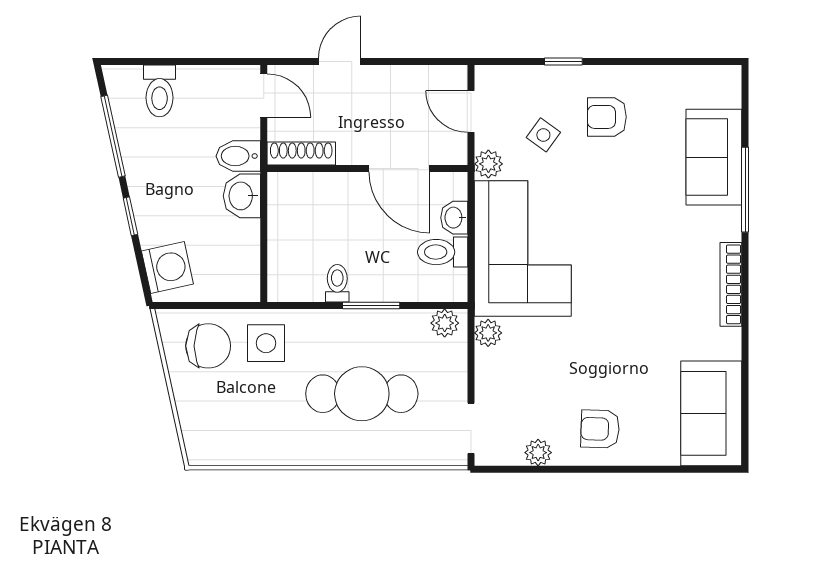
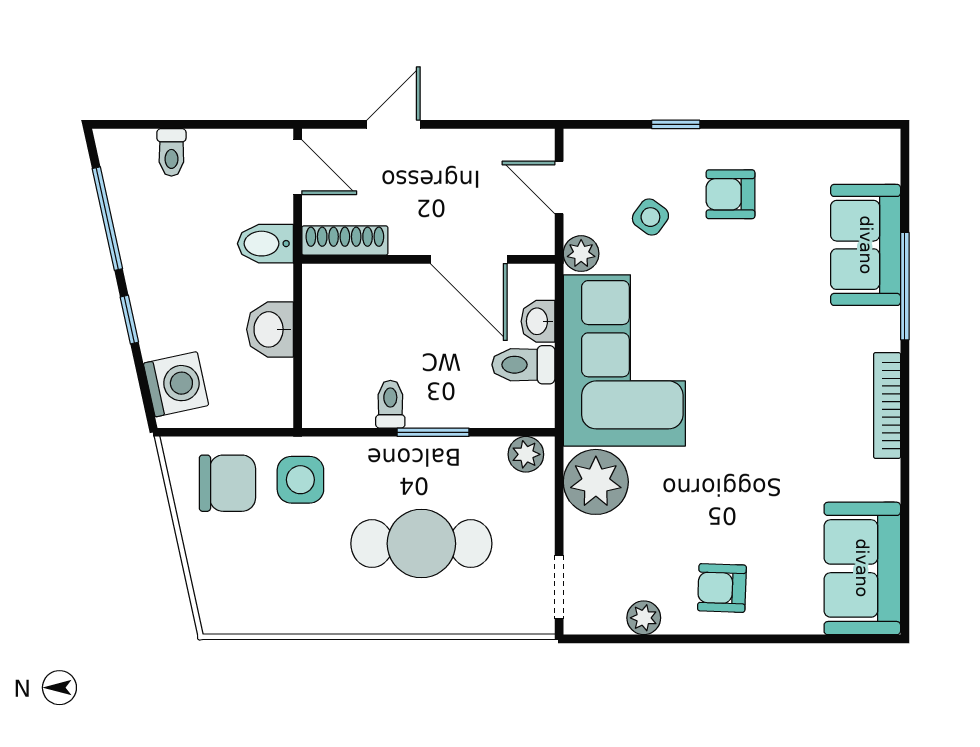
toilet: (160, 91) -> (171, 152), width x0.73, depth x0.72
washbasin: (242, 196) -> (270, 329), moved
plant: (488, 333) -> (596, 482), width x1.88, depth x1.88

